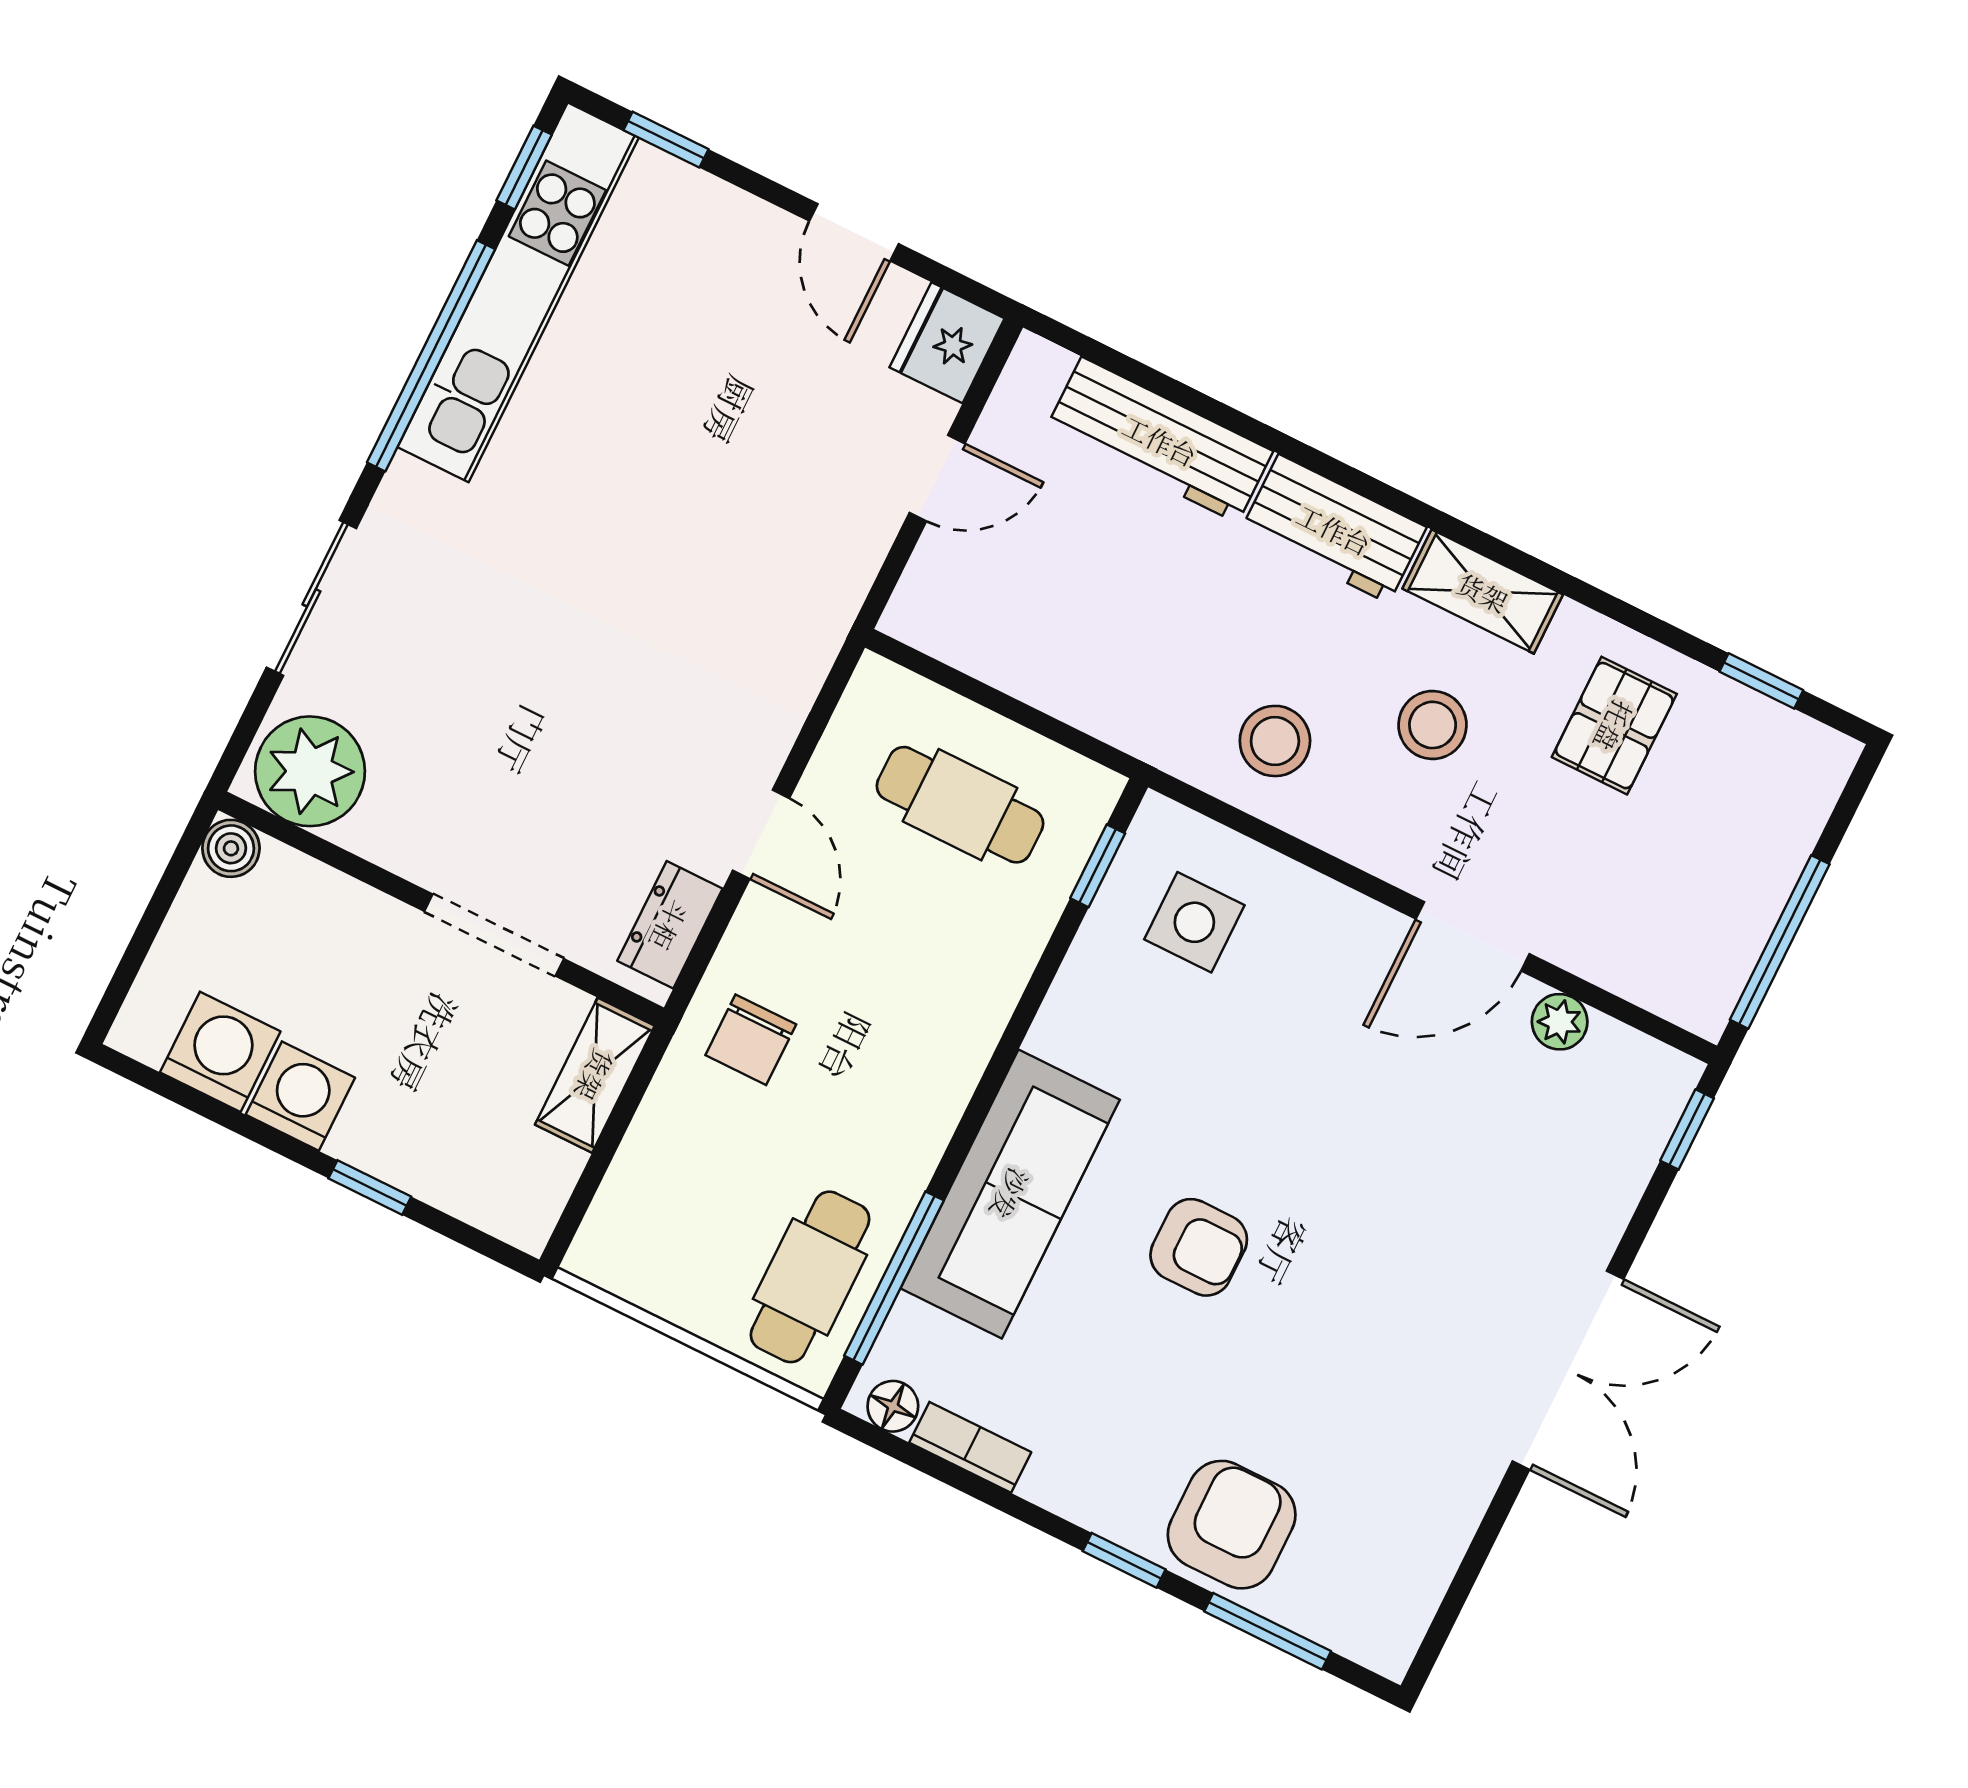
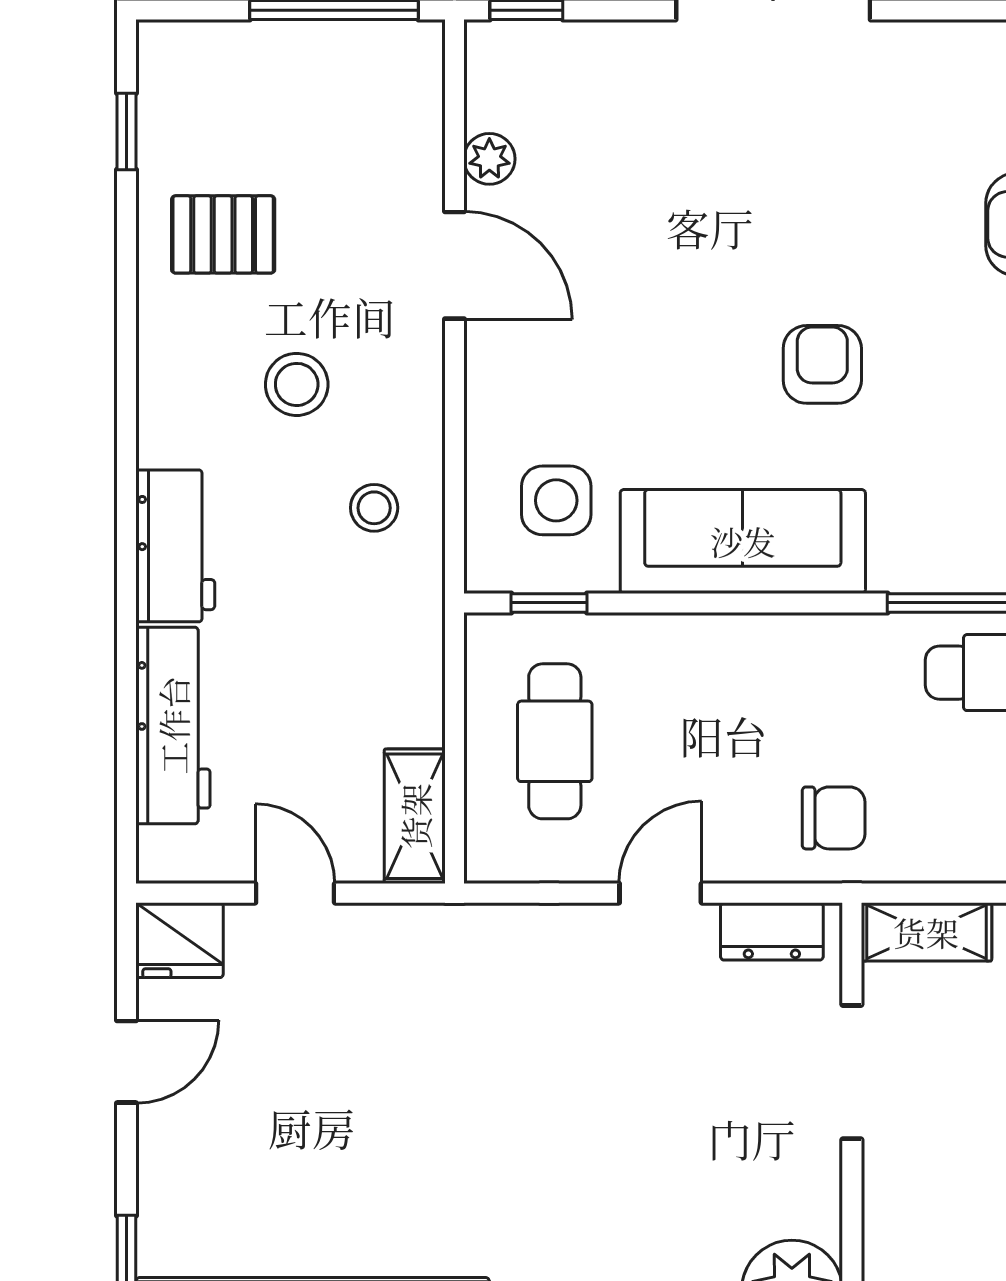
shelving: (1483, 592) -> (415, 816), moved
stool: (1275, 741) -> (374, 508), width x0.73, depth x0.73
sofa: (1010, 1194) -> (743, 541), moved

